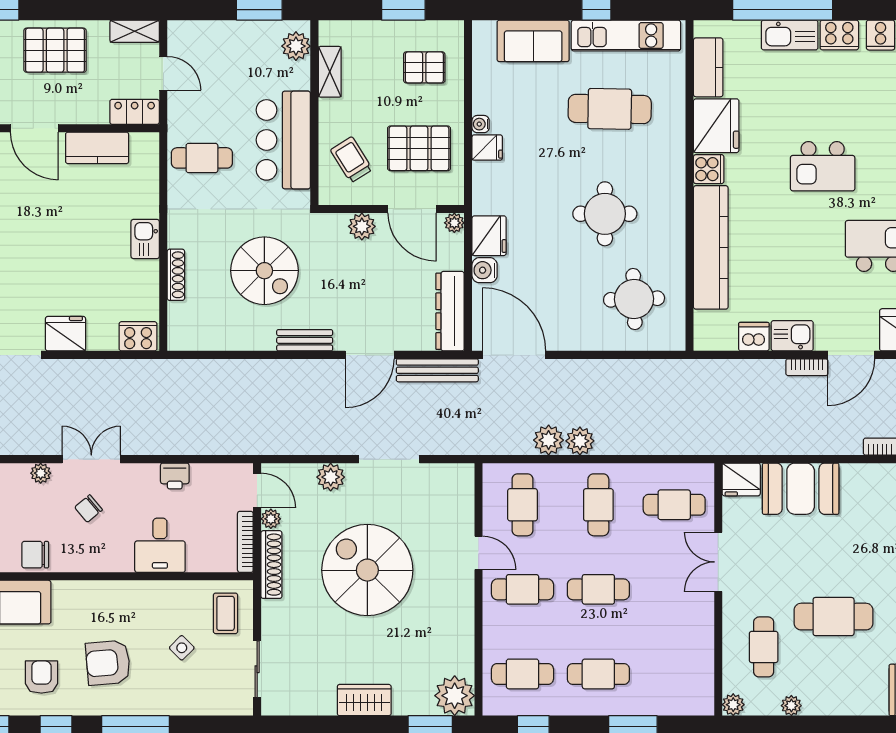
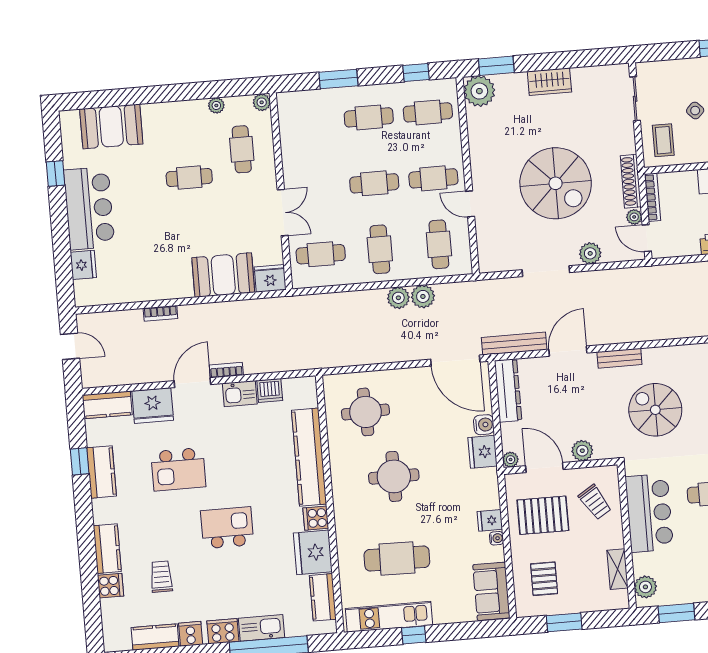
sofa: (533, 41) -> (491, 591), moved, turned -90
pallet: (424, 67) -> (544, 579), turned 90
cafe table: (834, 617) -> (189, 178), width x0.73, depth x0.74

